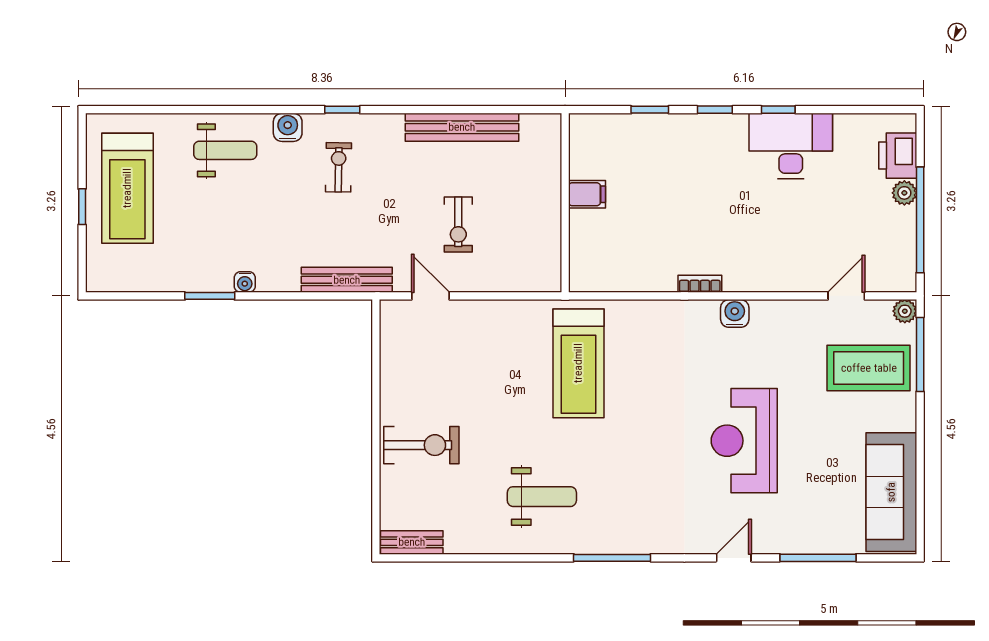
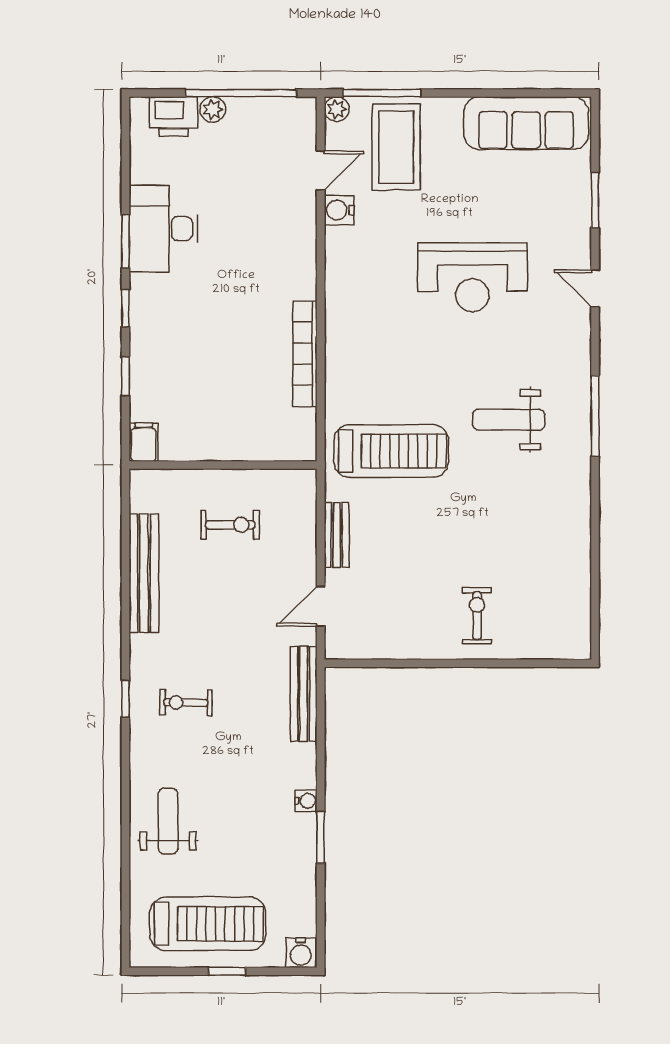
window: (778, 110) -> (125, 242), width x1.50
water cooler: (288, 127) -> (301, 953), moved, turned -90
filing cabinet: (587, 194) -> (144, 442), moved
exercise bike: (458, 224) -> (230, 525), moved
bookcase: (700, 284) -> (305, 354), width x2.31, depth x1.31
door: (846, 296) -> (321, 170), swing flipped
water cooler: (735, 313) -> (339, 210), moved
exercise bike: (421, 445) -> (477, 616), width x0.73, depth x0.72
weight bench: (542, 497) -> (509, 420), moved, turned -90
bench: (412, 542) -> (337, 535), moved
window: (818, 558) -> (595, 200), width x0.69

